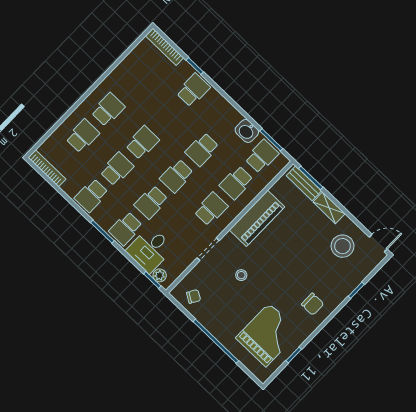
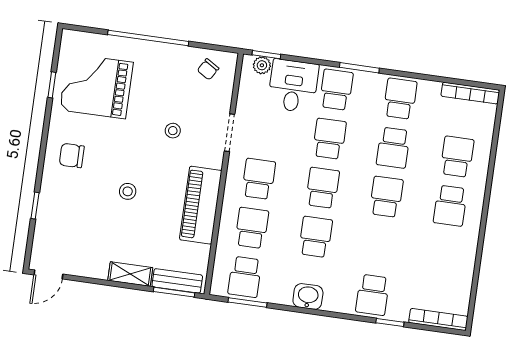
washbasin: (247, 131) -> (308, 296), moved
school desk: (83, 136) -> (457, 157), turned 180
school desk: (142, 143) -> (386, 197), turned 180
school desk: (211, 209) -> (259, 179), turned 180
stool: (342, 246) -> (128, 191), moved, width x0.53, depth x0.53
grand piano: (268, 335) -> (96, 86), turned 90

